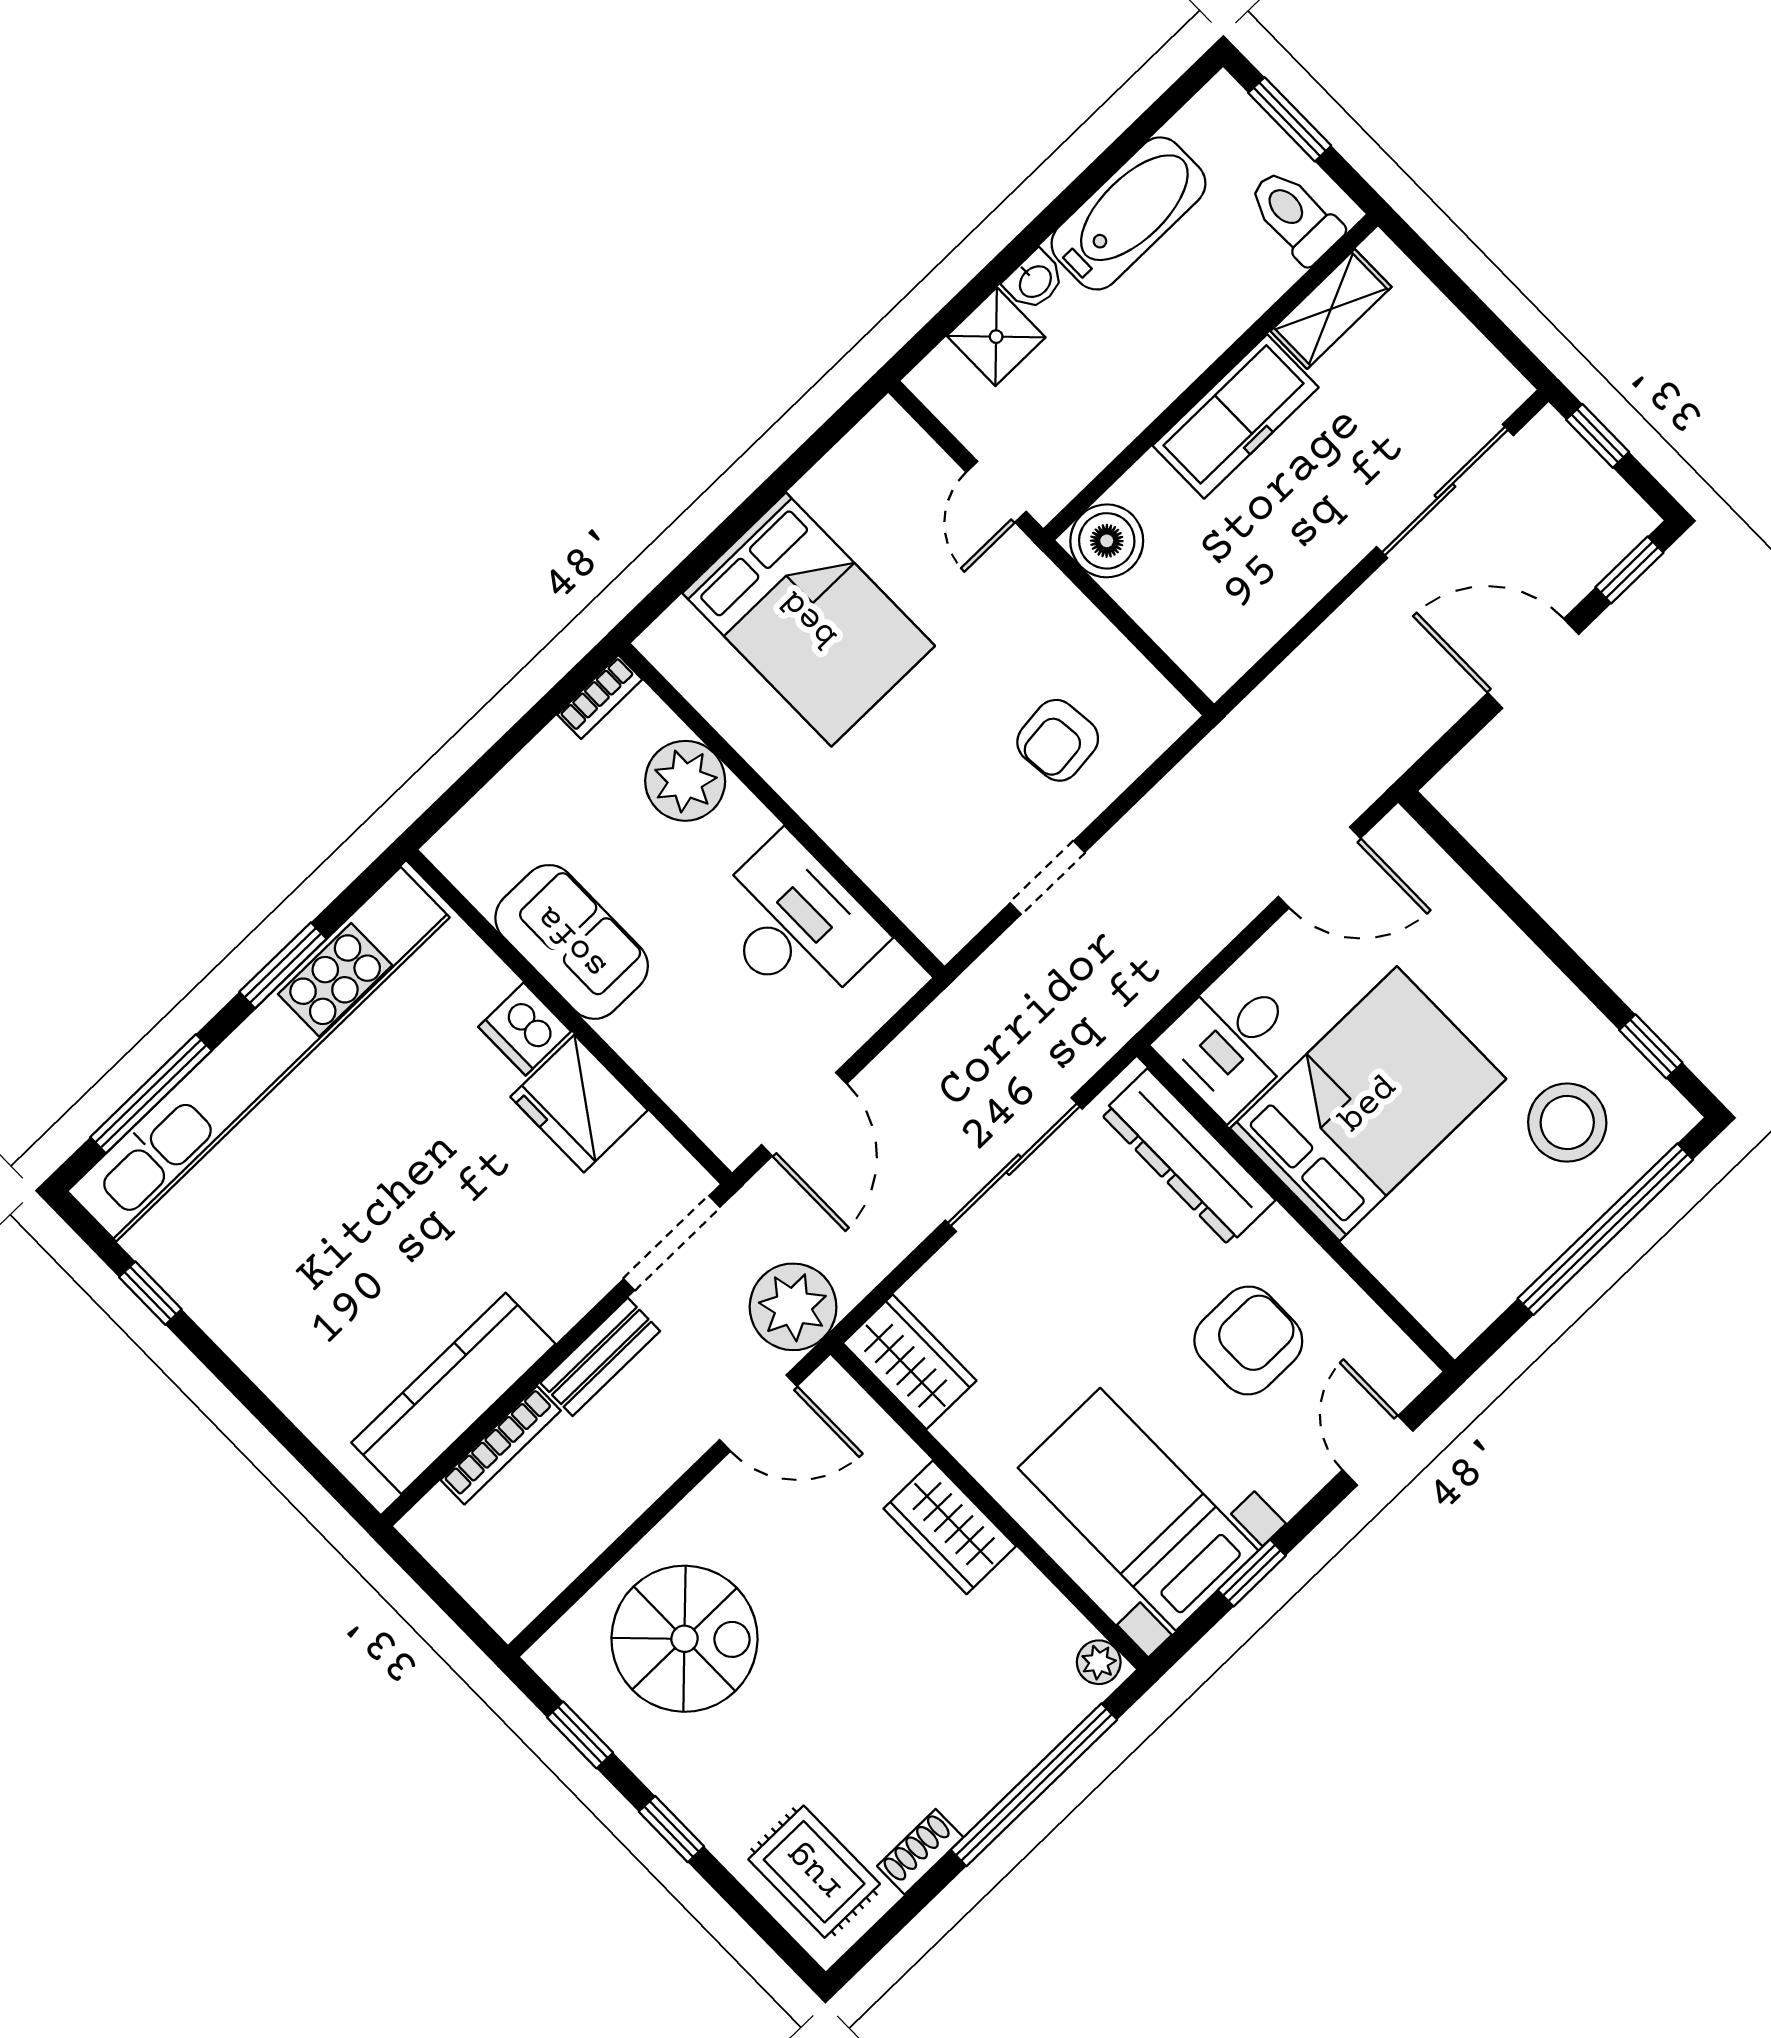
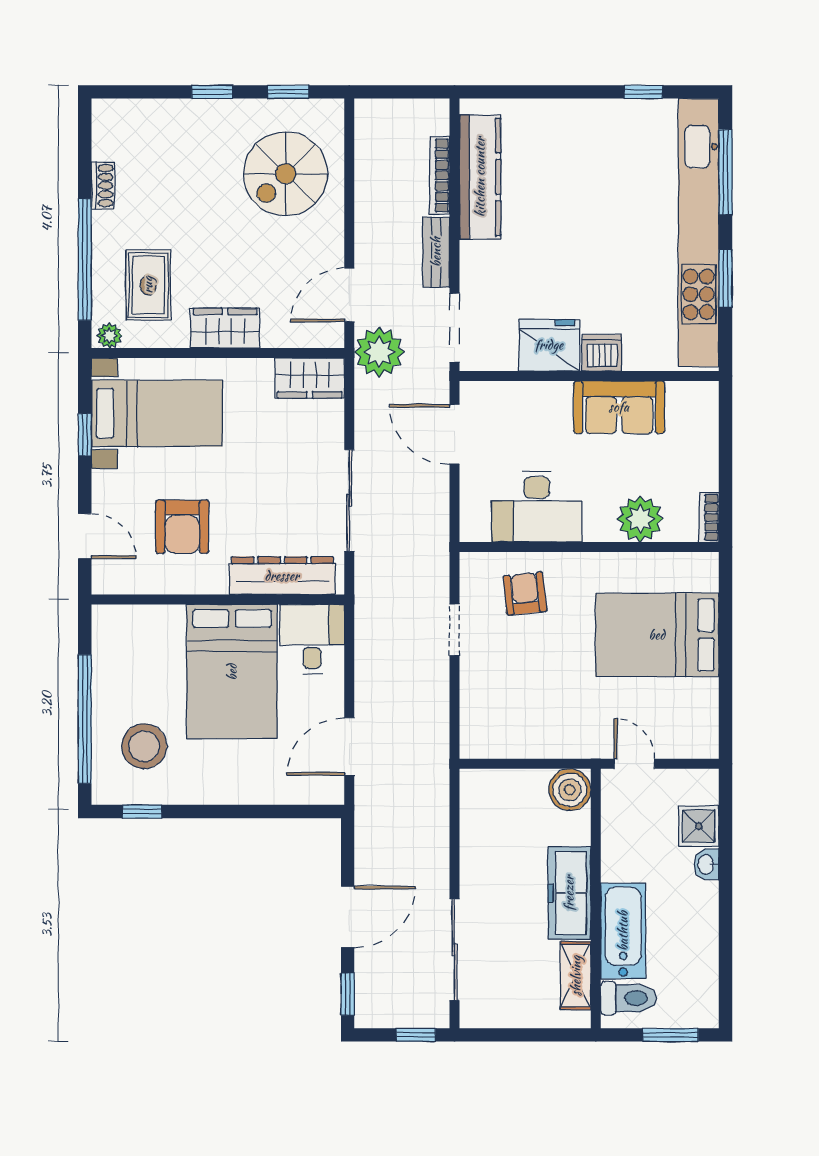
bathtub: (1128, 213) -> (623, 931), moved, turned 180
armchair: (1058, 740) -> (525, 594), moved
rug: (814, 1872) -> (148, 285), moved, turned 90

